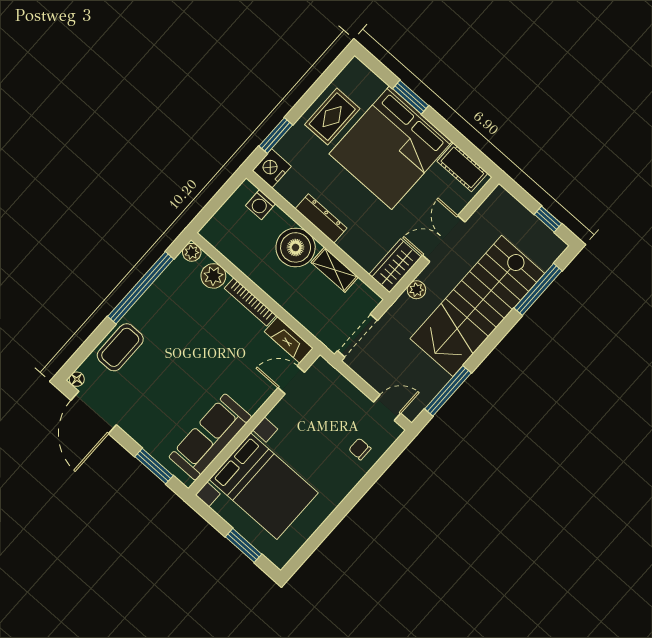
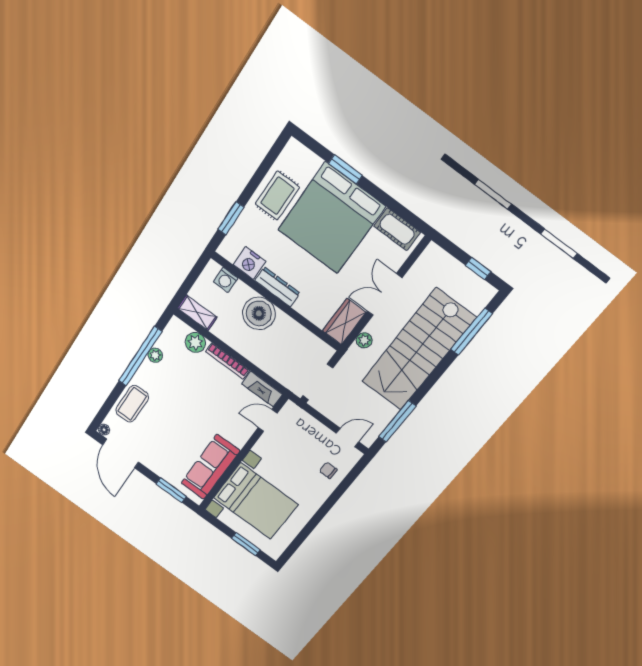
nightstand: (272, 169) -> (249, 263), moved, turned -90
plant: (192, 252) -> (155, 355), moved
shelving: (335, 270) -> (197, 313), moved

